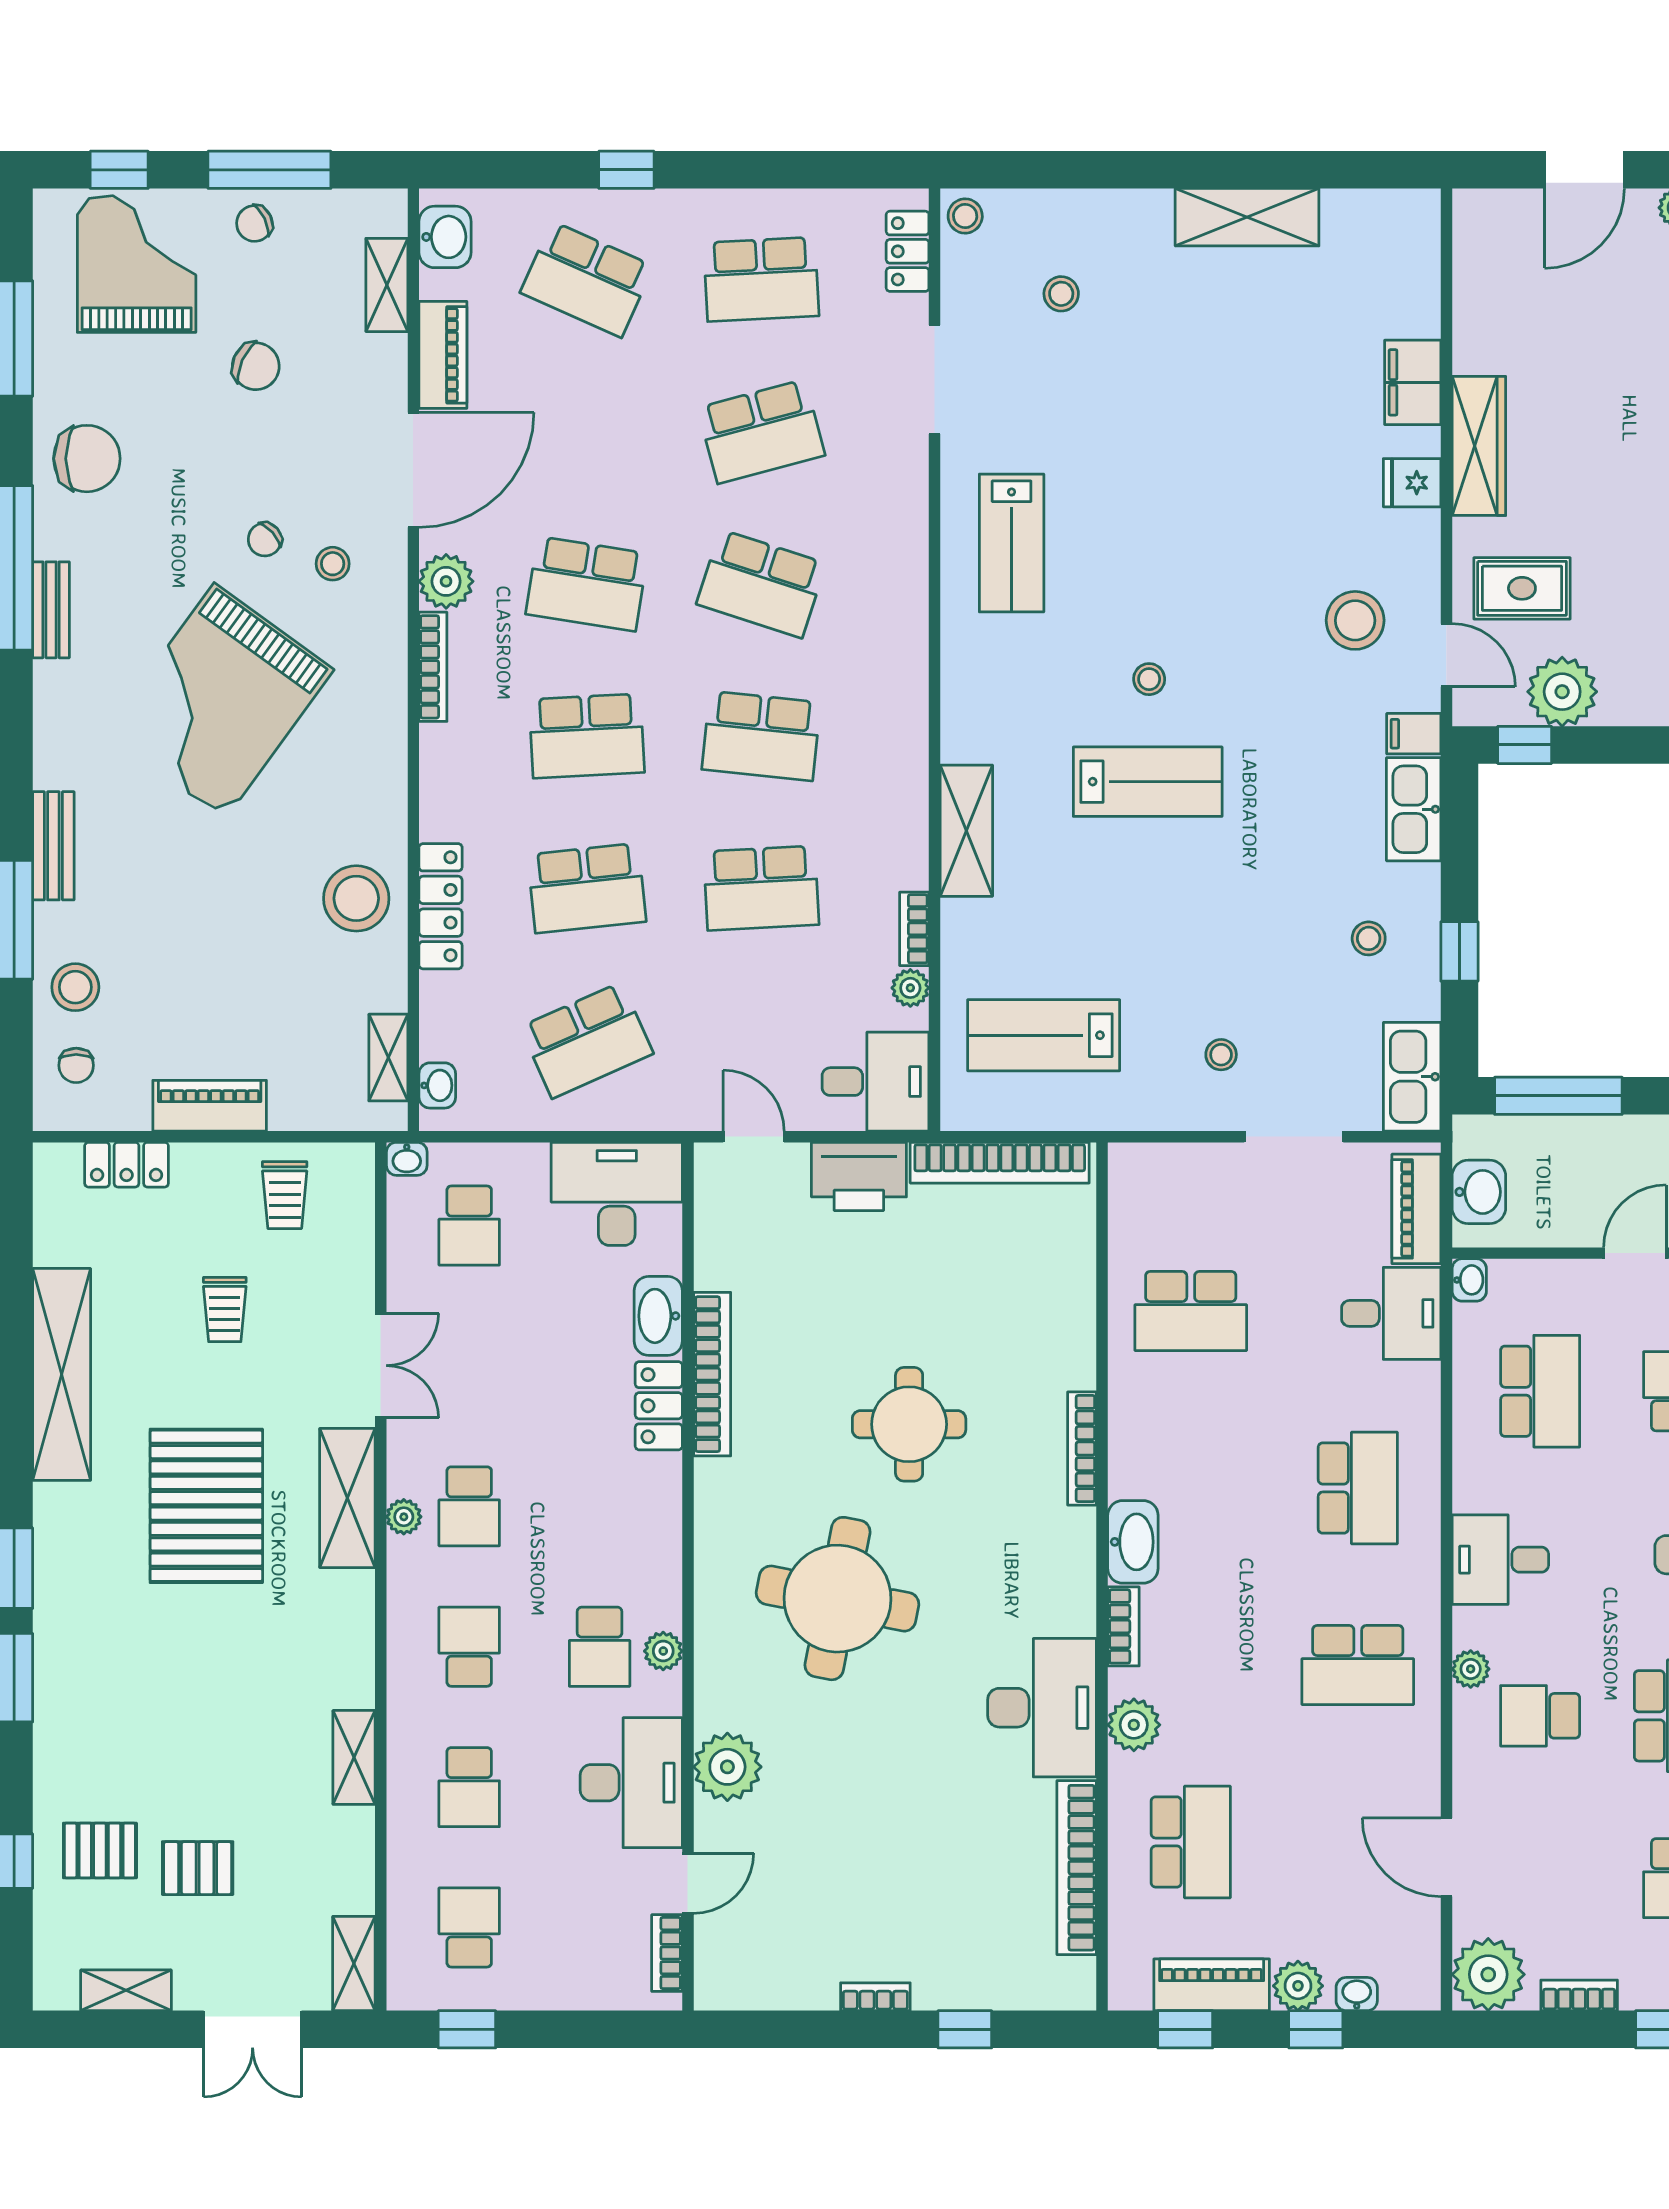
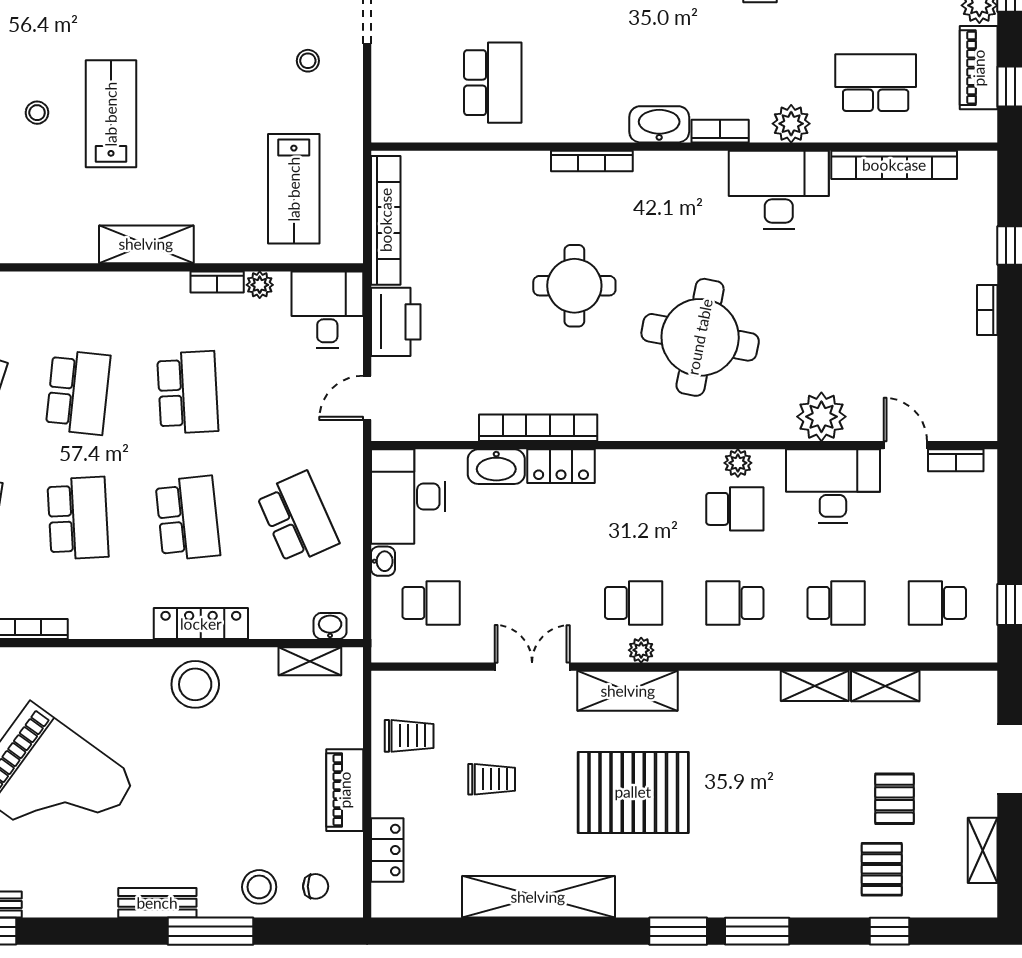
washbasin: (407, 1159) -> (383, 561), moved
shelving: (354, 1963) -> (885, 686), moved

